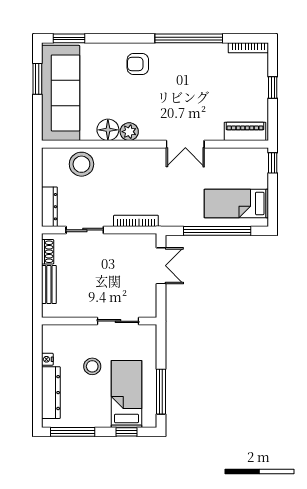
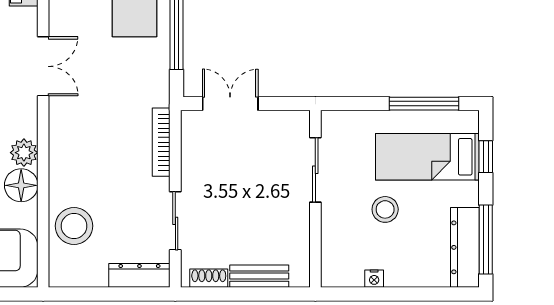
dresser: (51, 393) -> (465, 247), moved, turned -90

